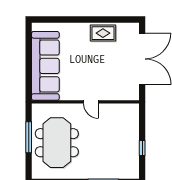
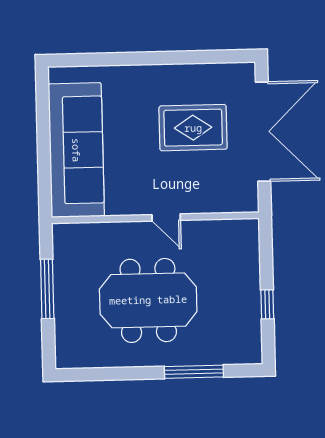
rug: (103, 33) -> (193, 128), moved, width x1.36, depth x1.43
meeting table: (57, 143) -> (148, 300), moved, turned 90

